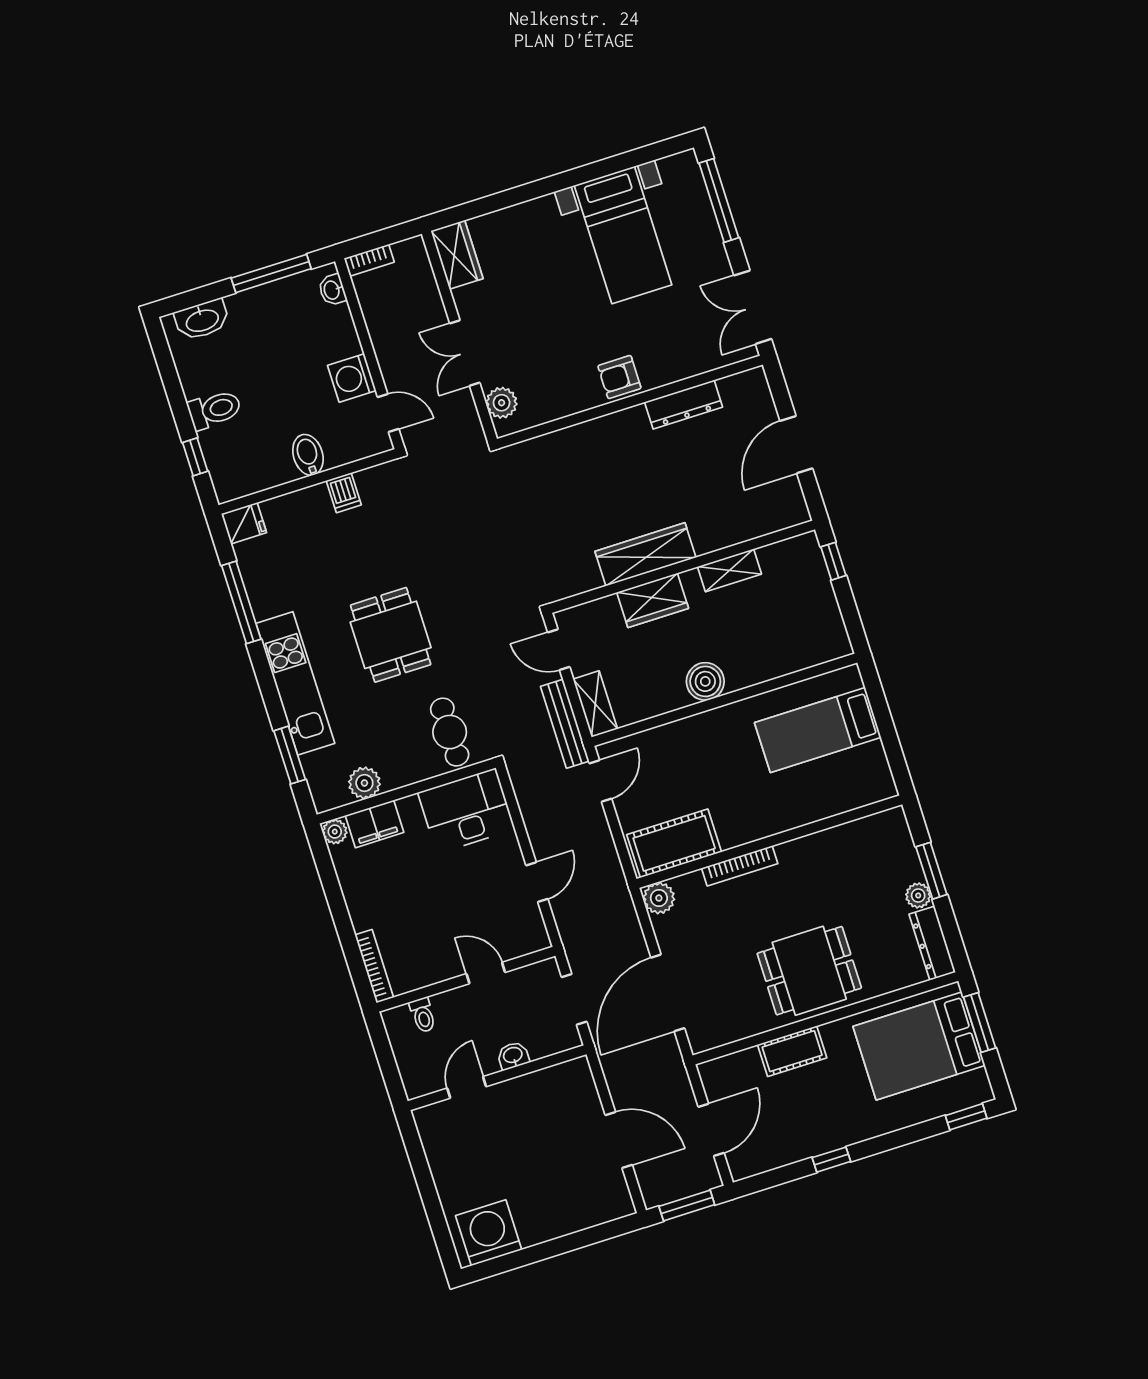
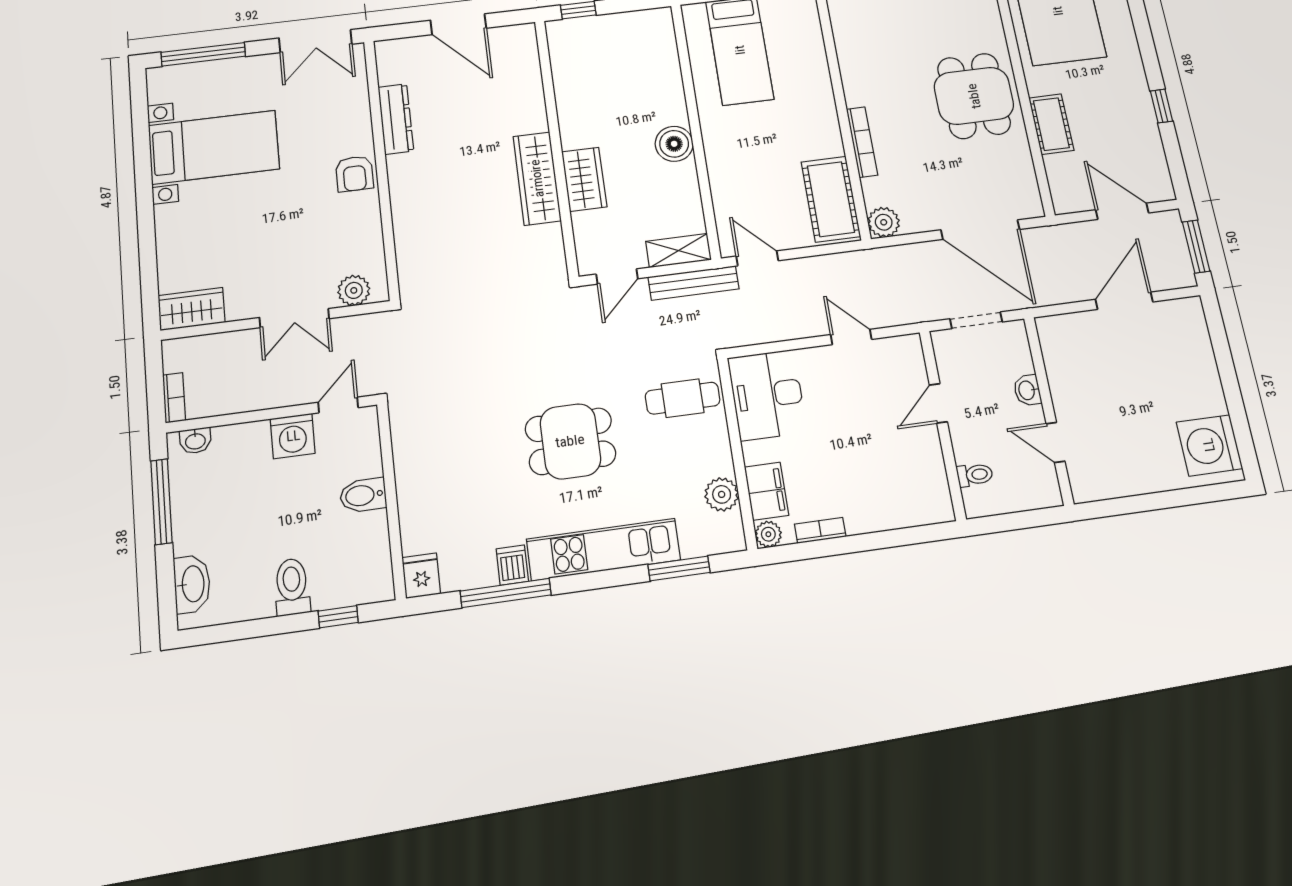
dishwasher: (344, 493) -> (512, 565), moved, turned -90
shelving: (730, 570) -> (569, 104), removed
bookcase: (374, 966) -> (820, 530), moved, width x0.64

